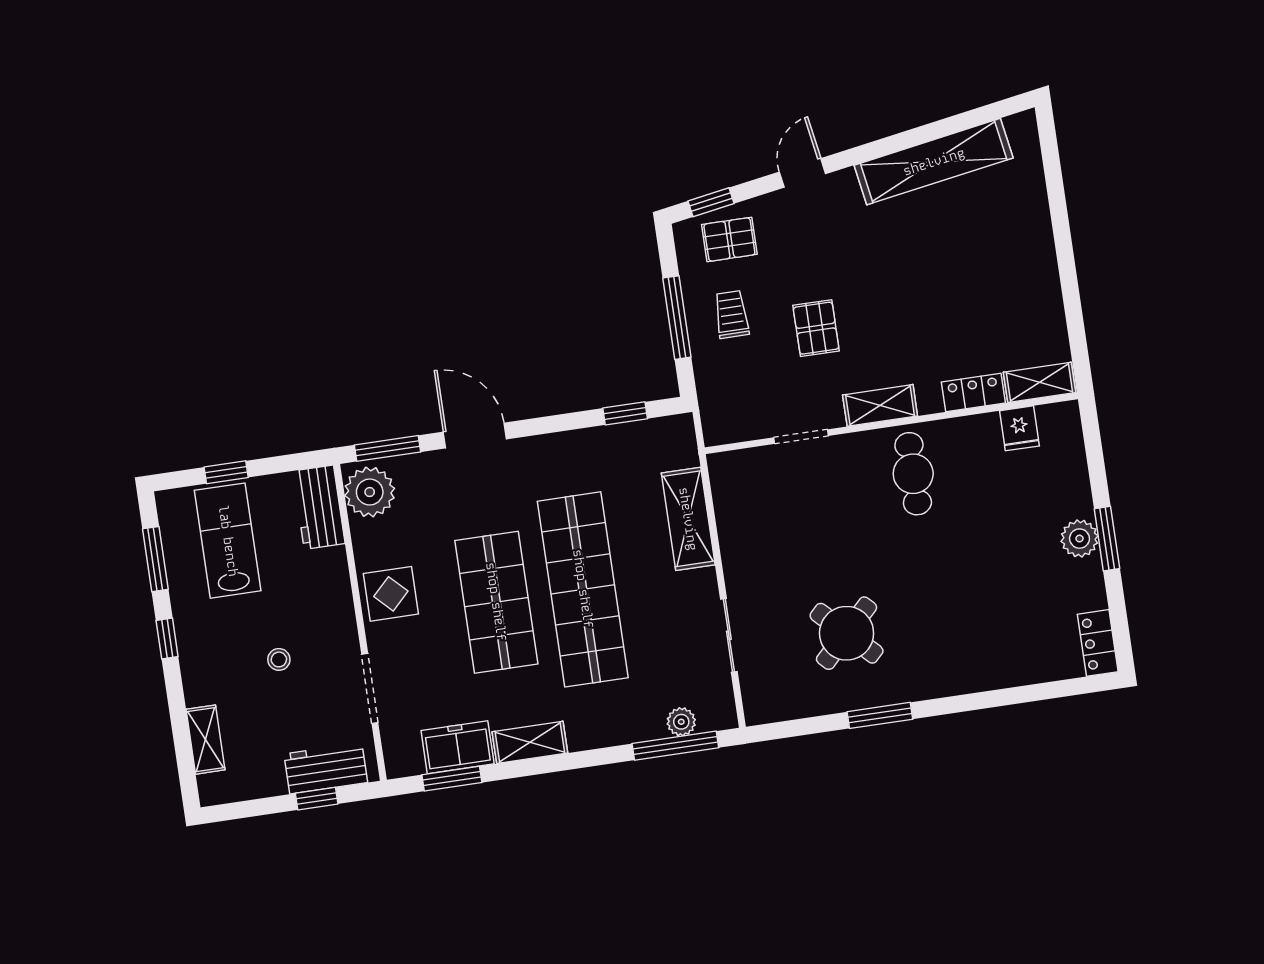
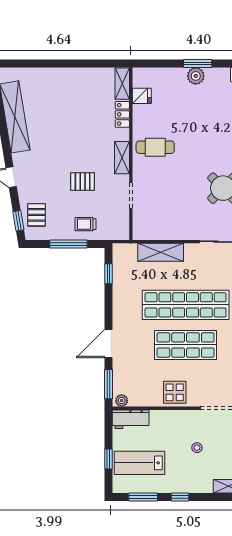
trolley: (732, 314) -> (86, 224), moved
plant: (370, 492) -> (122, 401), width x0.53, depth x0.53

